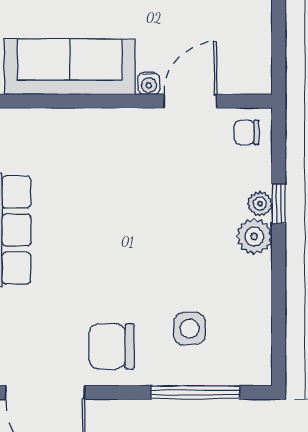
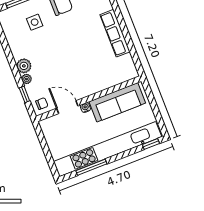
door: (190, 101) -> (67, 107), swing flipped
window: (279, 204) -> (24, 94), moved

